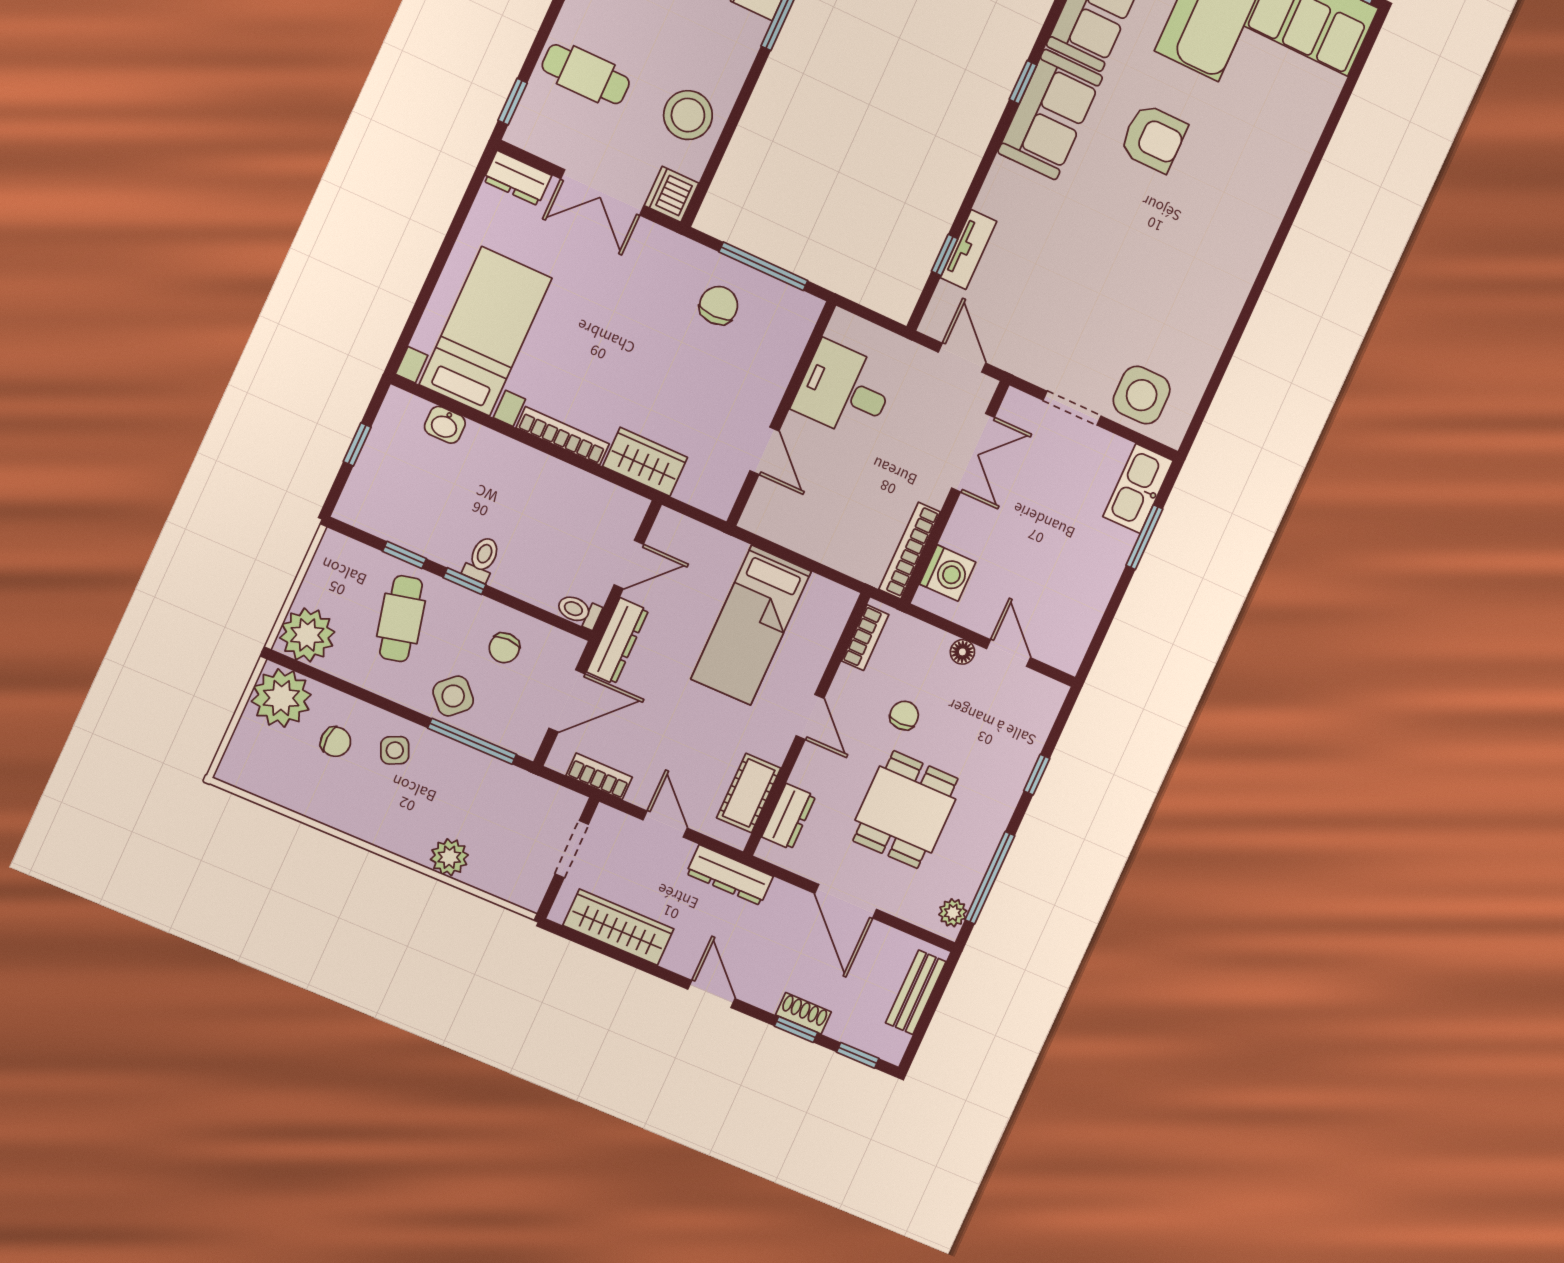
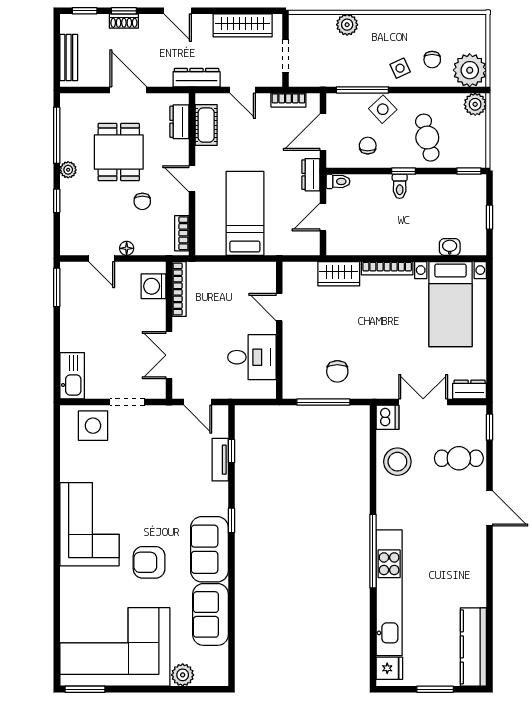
window: (1023, 82) -> (231, 520), moved
corner sofa: (1218, 242) -> (89, 524), added
window: (1144, 537) -> (57, 287), moved
window: (404, 555) -> (469, 171), moved
plant: (307, 635) -> (475, 104), width x0.73, depth x0.73
dresser: (618, 641) -> (311, 175), width x0.70
chair: (336, 742) -> (432, 60), turned -93
plant: (953, 913) -> (68, 170), moved

